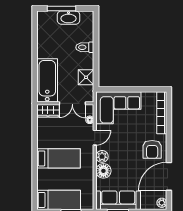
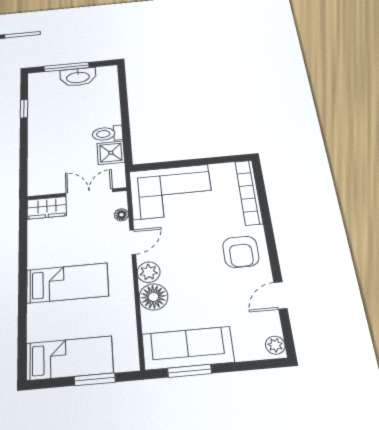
window: (35, 39) -> (24, 109), added
toilet: (85, 47) -> (107, 134), moved
bathtub: (47, 80) -> (45, 163), removed
double door: (72, 103) -> (89, 192), swing flipped
door: (169, 176) -> (280, 295), width x0.53

